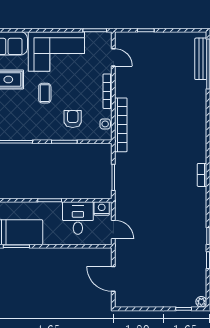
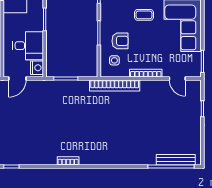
door: (113, 57) -> (177, 79), hinge flipped
side table: (105, 124) -> (114, 60), moved

